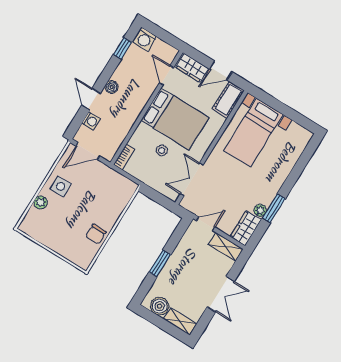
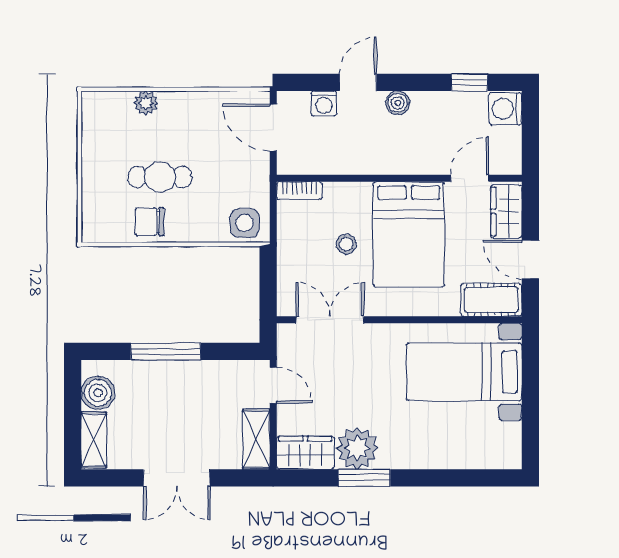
side table: (61, 186) -> (245, 223), moved
plant: (260, 210) -> (357, 448), width x1.88, depth x1.88
cafe table: (78, 217) -> (160, 177), added
window: (160, 263) -> (166, 351), width x1.44

